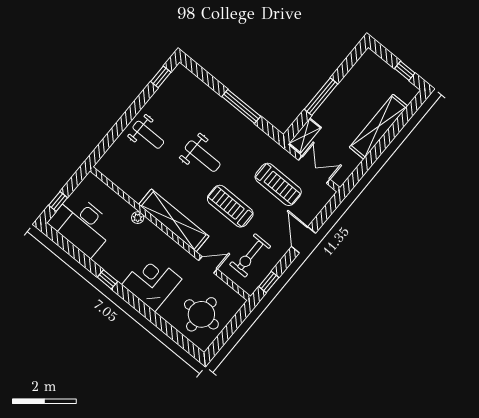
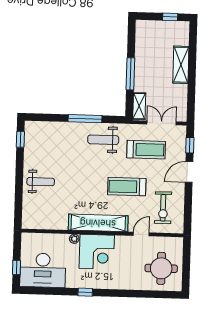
shelving: (378, 127) -> (181, 65), width x0.68
weight bench: (203, 156) -> (103, 140), moved, turned 180
door: (304, 240) -> (189, 172), hinge flipped
corner desk: (152, 282) -> (97, 252), moved, turned 180
window: (269, 282) -> (190, 145), moved

